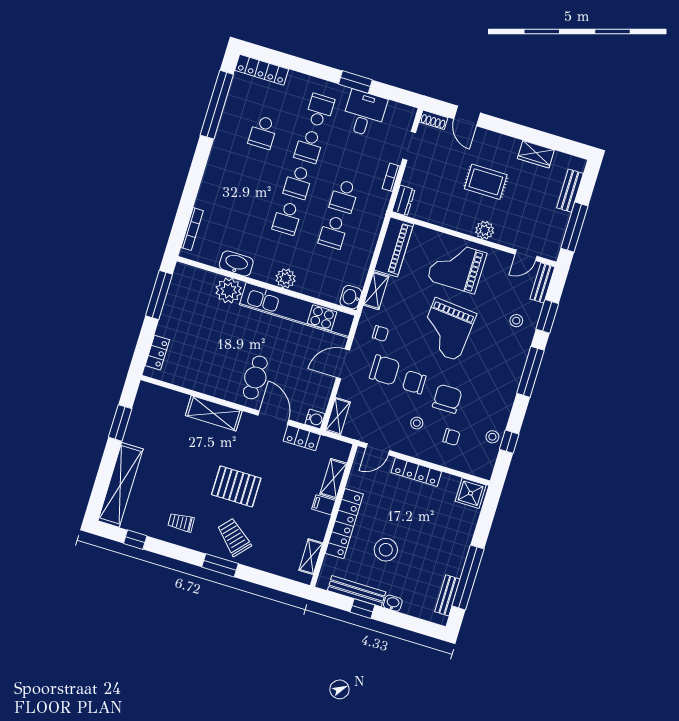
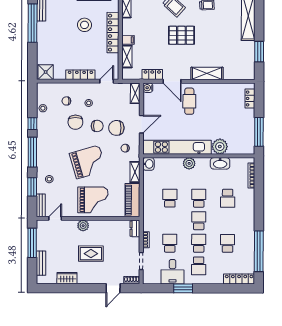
door: (467, 116) -> (113, 288), swing flipped
school desk: (344, 196) -> (170, 243), moved
school desk: (241, 204) -> (228, 198), added
grand piano: (447, 329) -> (88, 162), turned 69
window: (509, 442) -> (32, 124), moved

